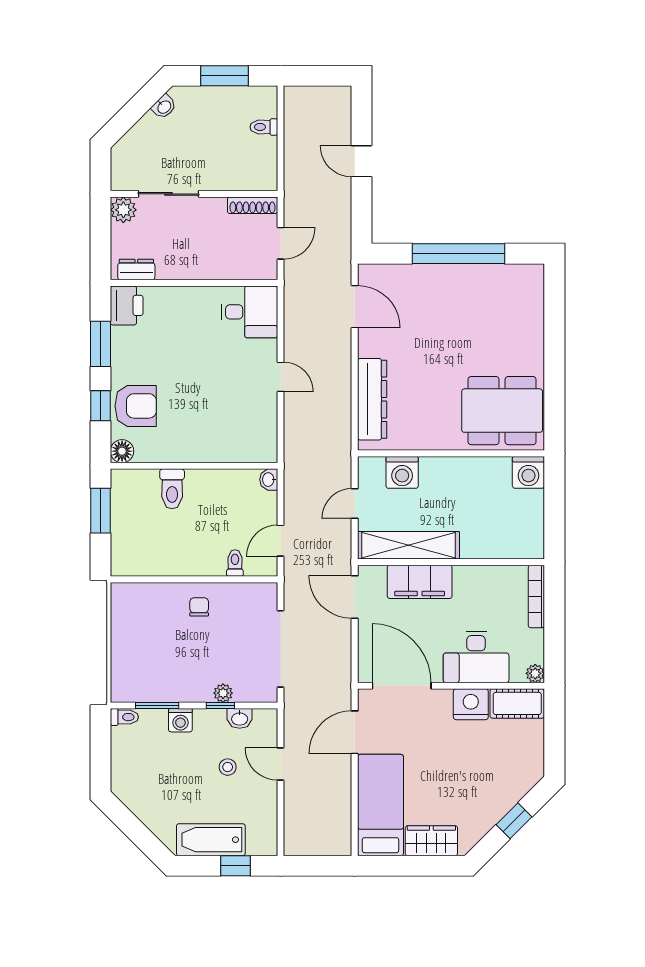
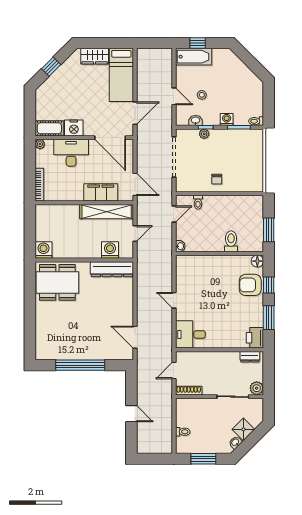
shower: (149, 132) -> (243, 429), added
dresser: (372, 399) -> (112, 269), moved, turned -90
bathtub: (211, 840) -> (194, 57), moved

